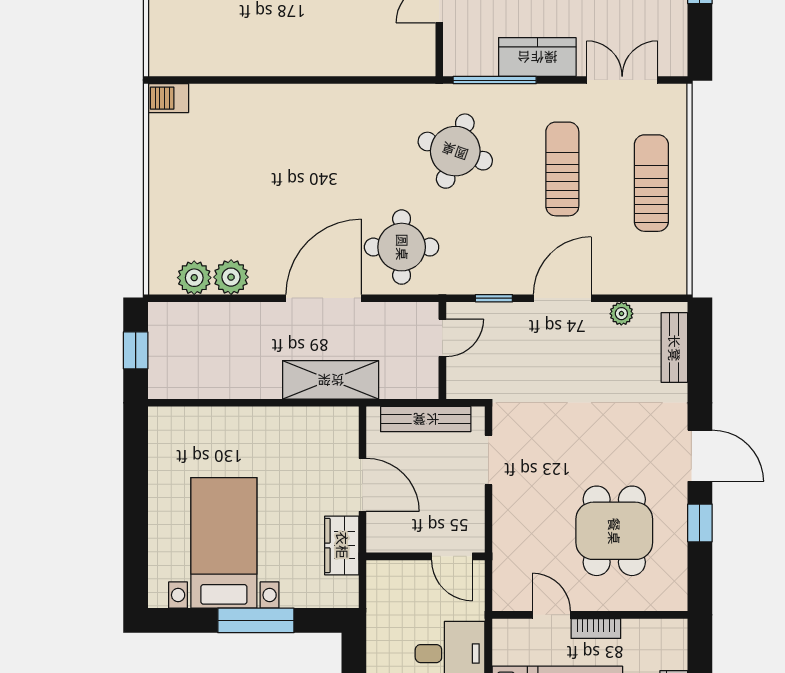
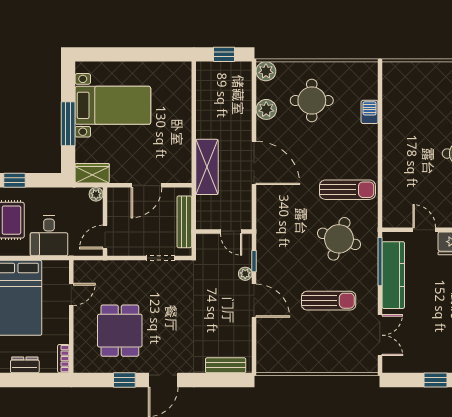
kitchen counter: (537, 57) -> (393, 275), width x1.50
barbecue: (168, 98) -> (370, 112), moved
sun lounger: (651, 183) -> (347, 190), moved
round table: (402, 247) -> (312, 101), moved
plant: (194, 278) -> (266, 71), moved
plant: (621, 314) -> (245, 274), moved
dining table: (614, 531) -> (120, 331), turned 90
wardrobe: (342, 545) -> (92, 173), moved
plant: (378, 572) -> (96, 194), added
bookcase: (596, 628) -> (63, 359), moved

